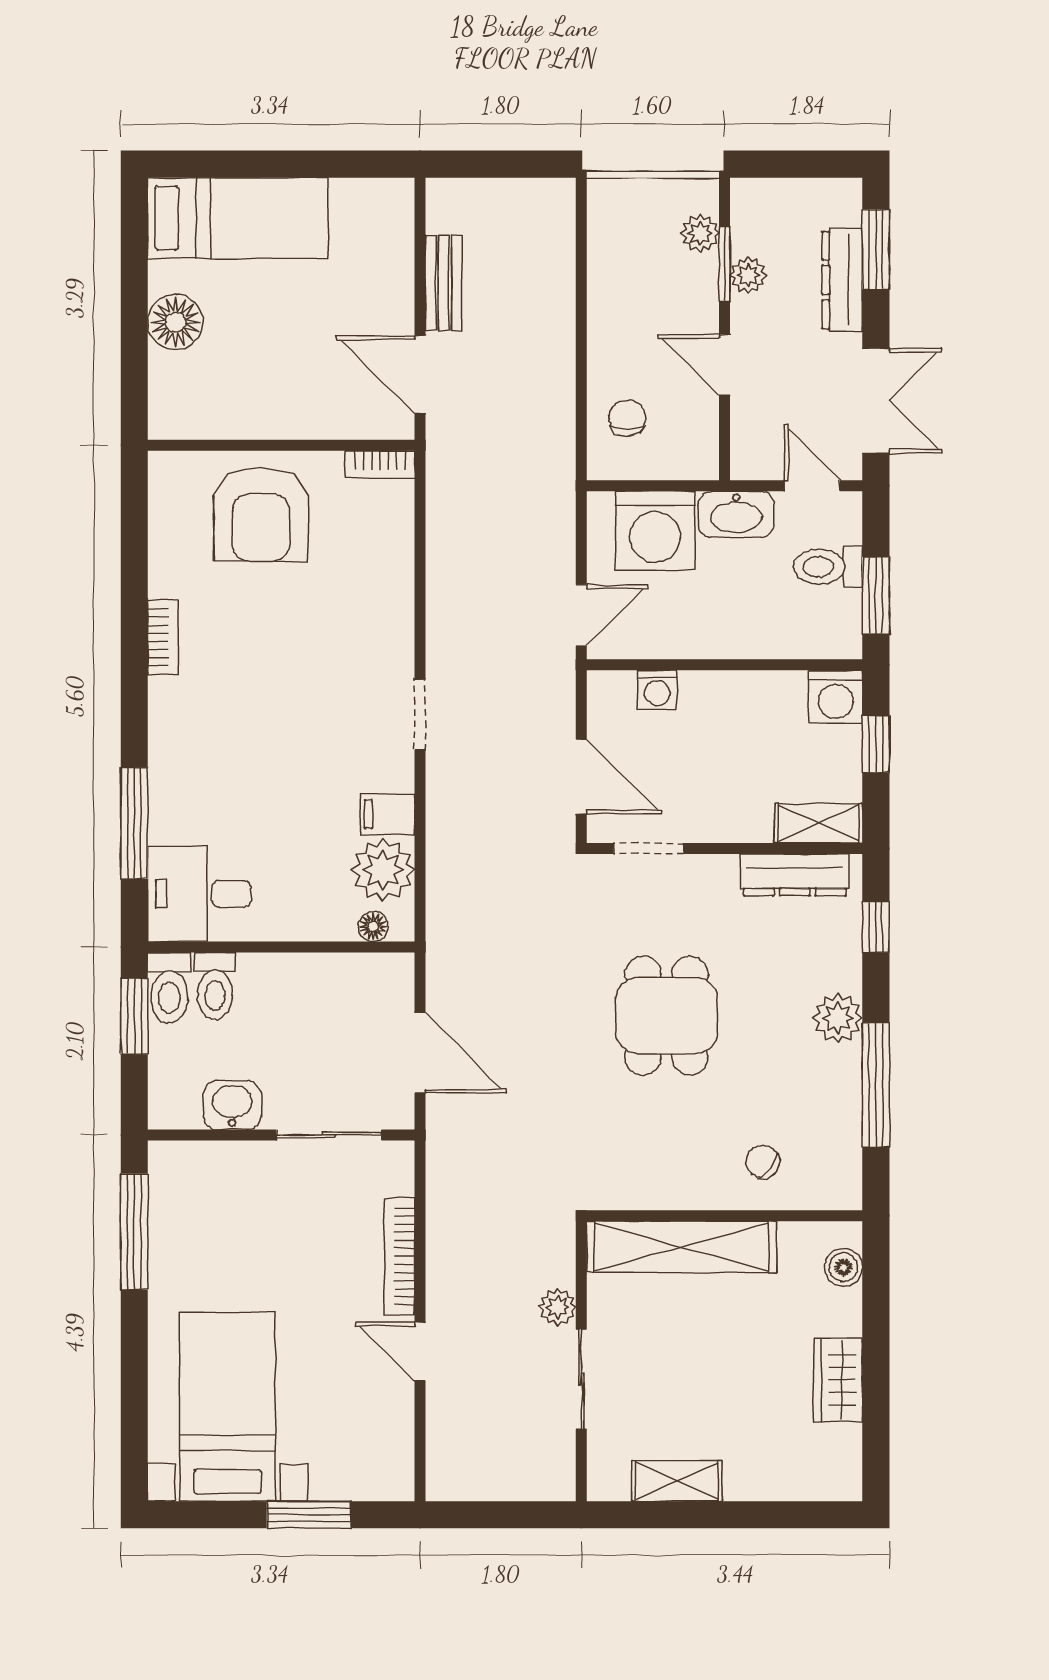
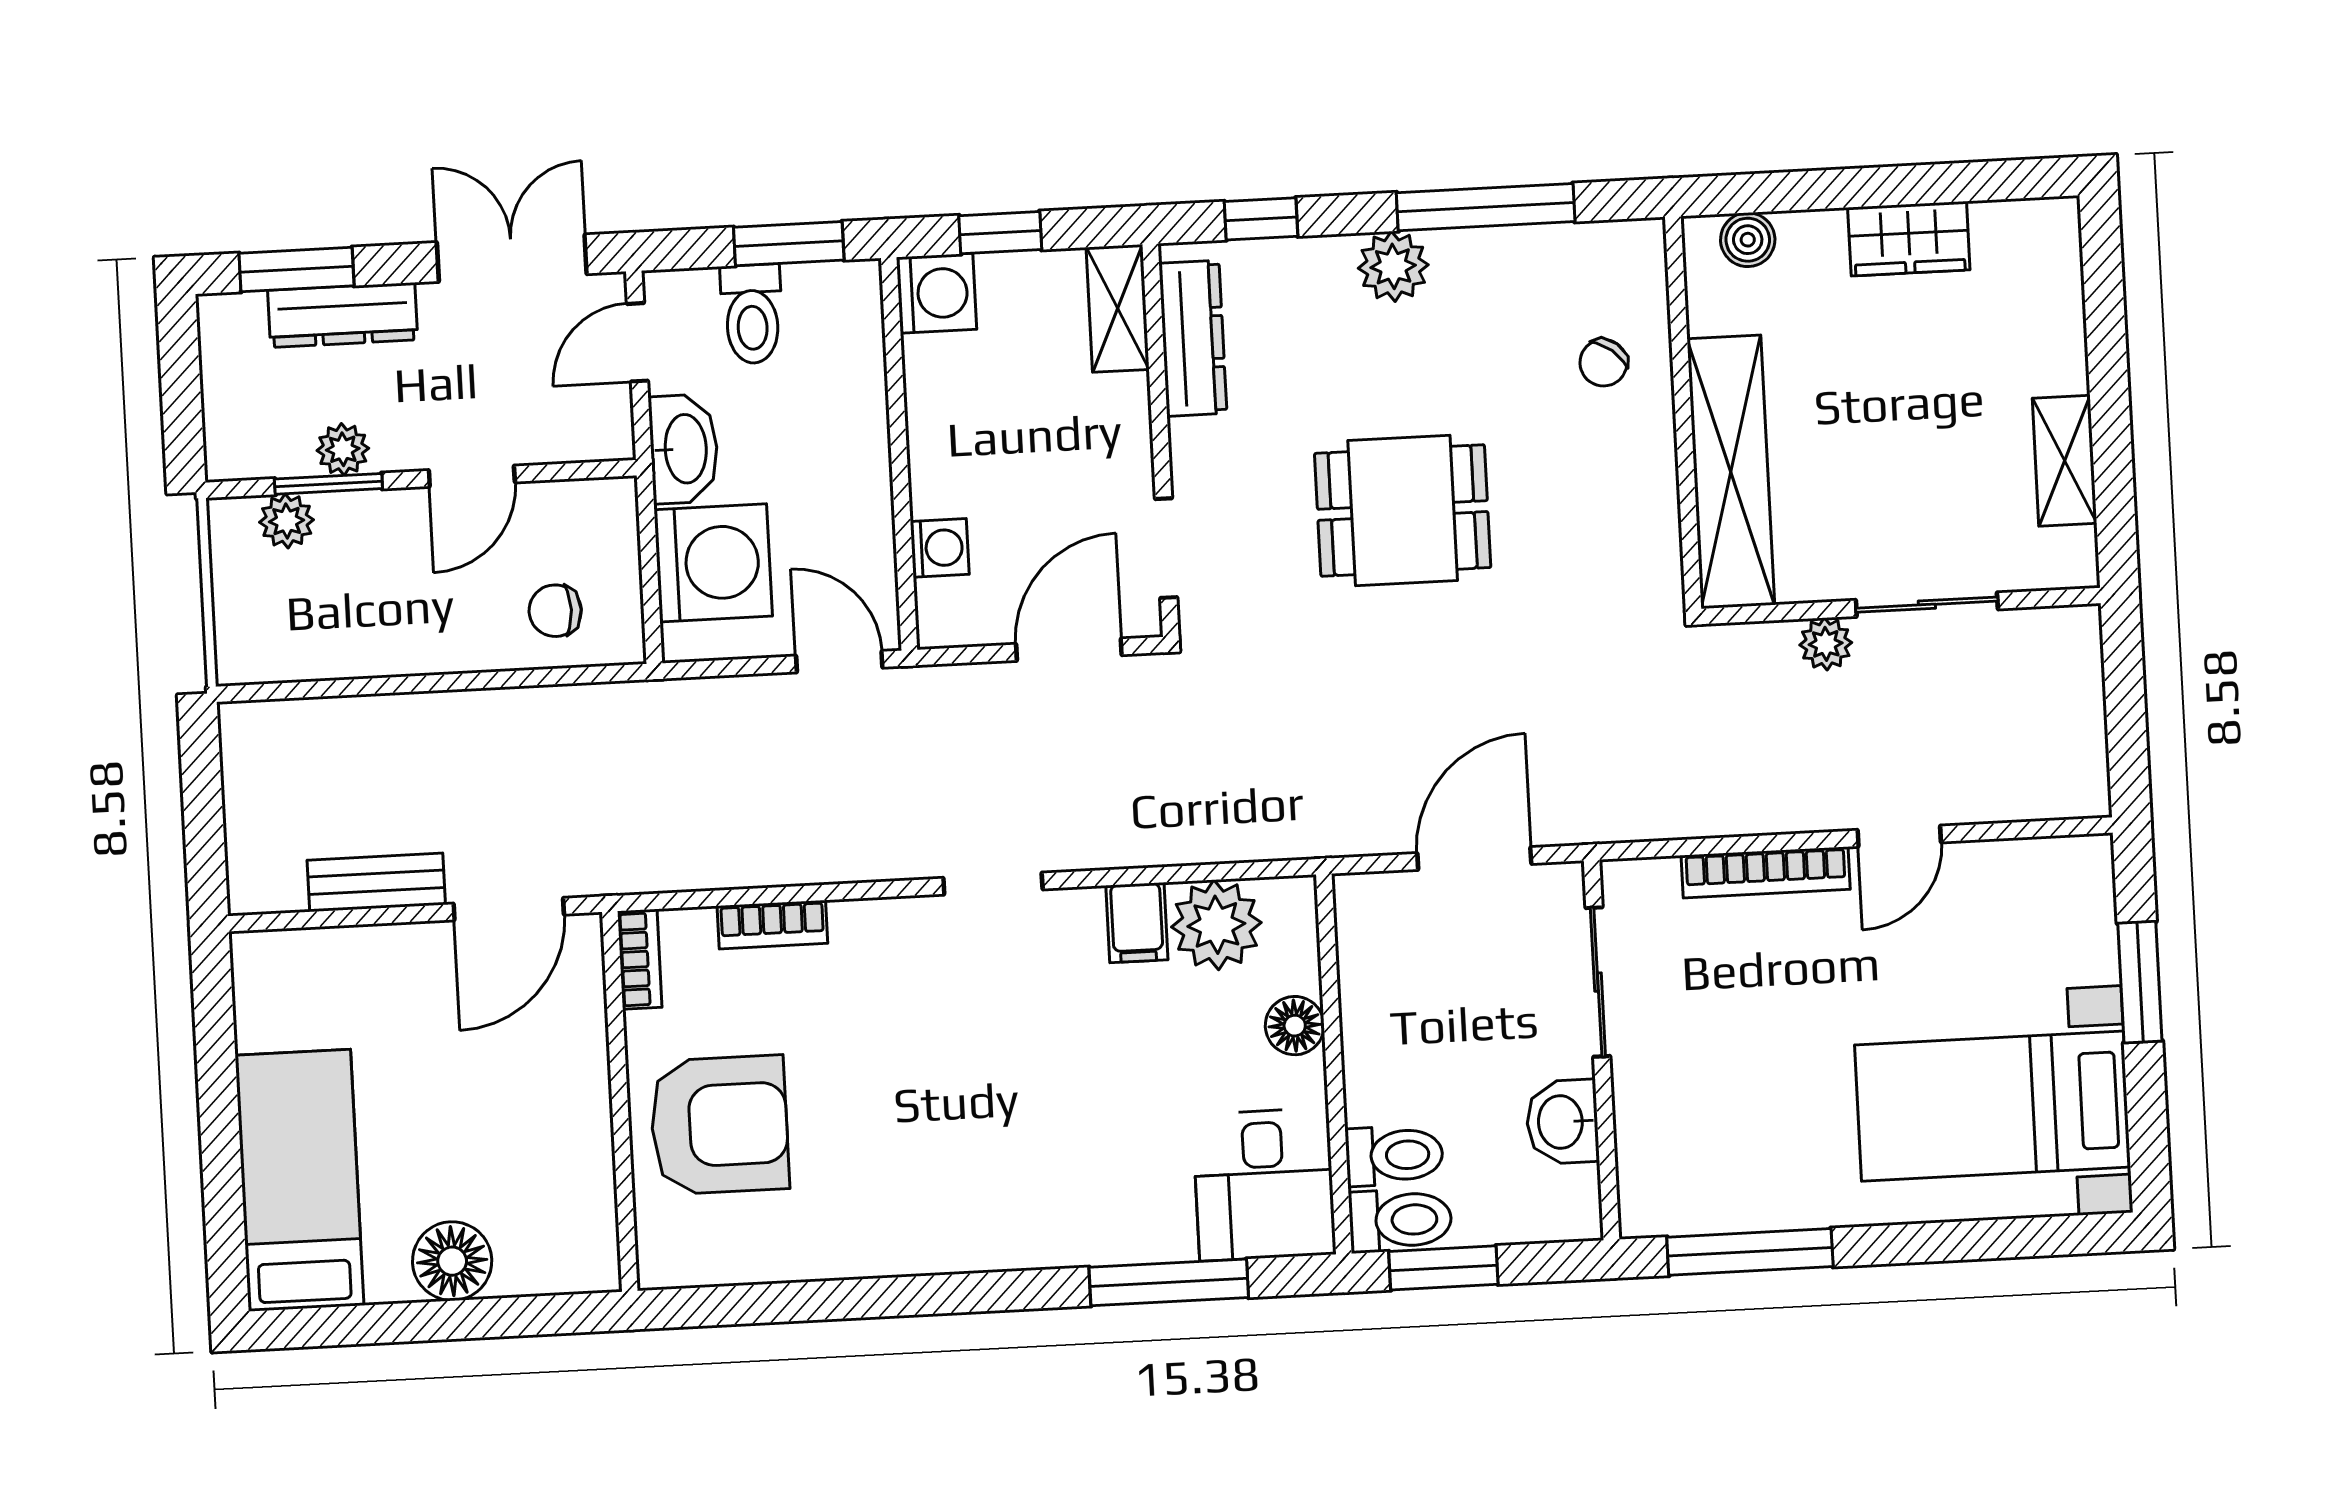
bookcase: (163, 637) -> (772, 925), moved, turned 180
floor lamp: (373, 927) -> (1295, 1026), moved, width x1.37, depth x1.37

